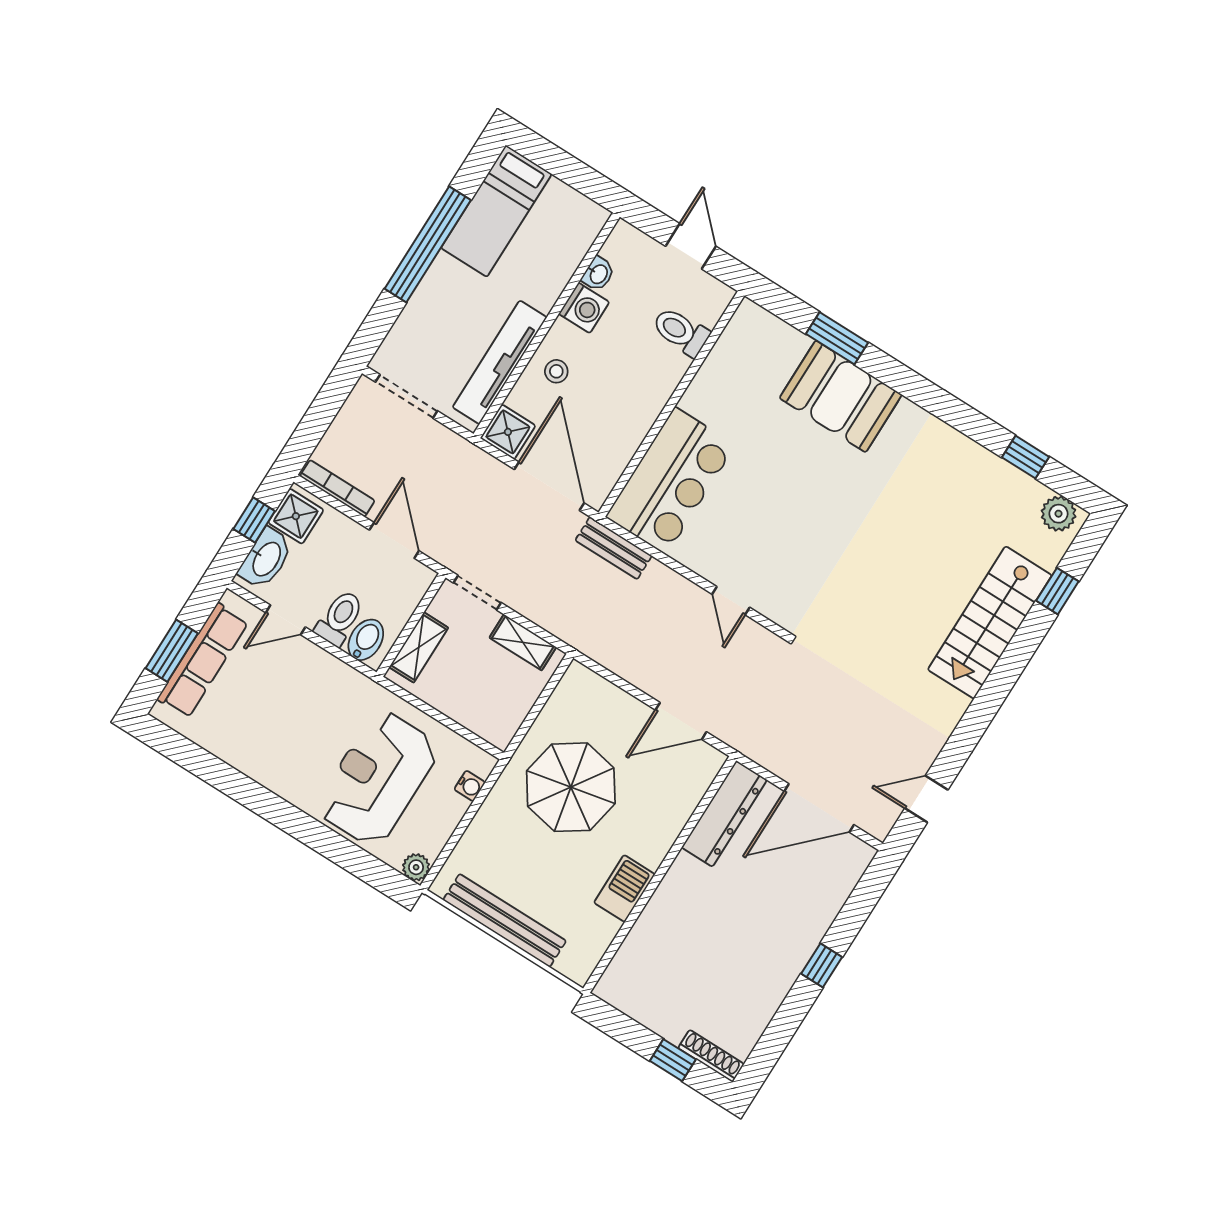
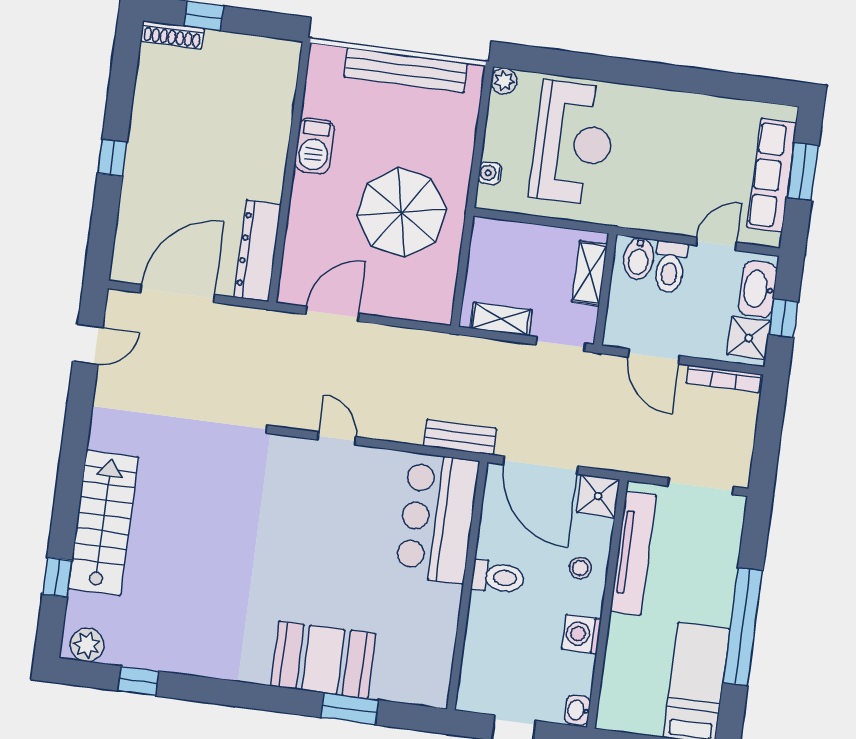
washbasin: (598, 274) -> (578, 710), moved
toilet: (681, 332) -> (498, 577), moved

